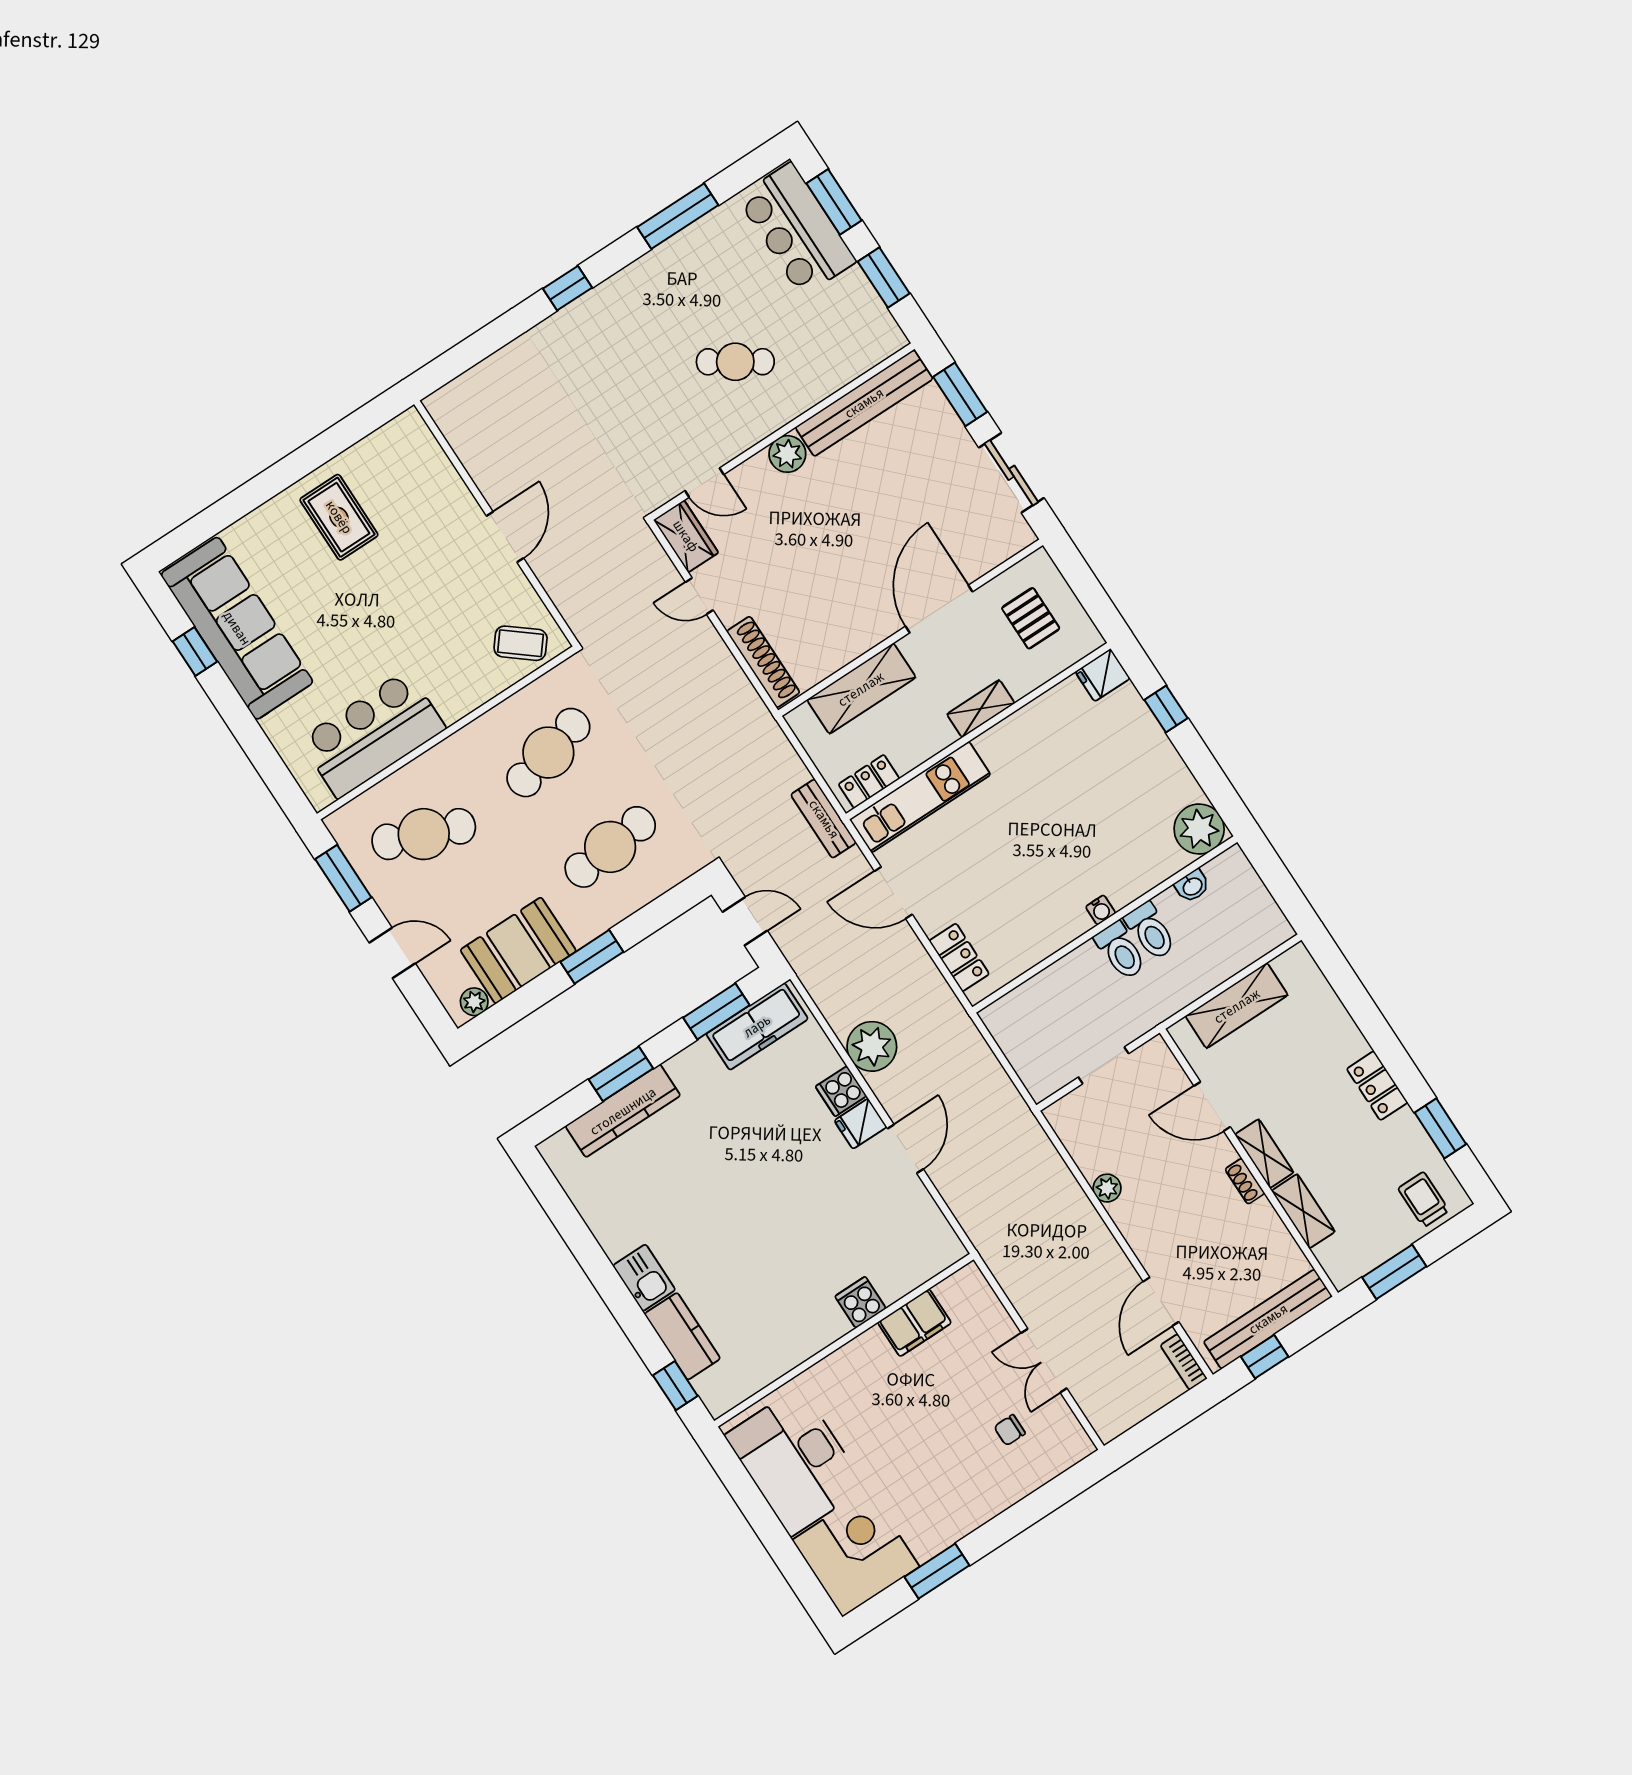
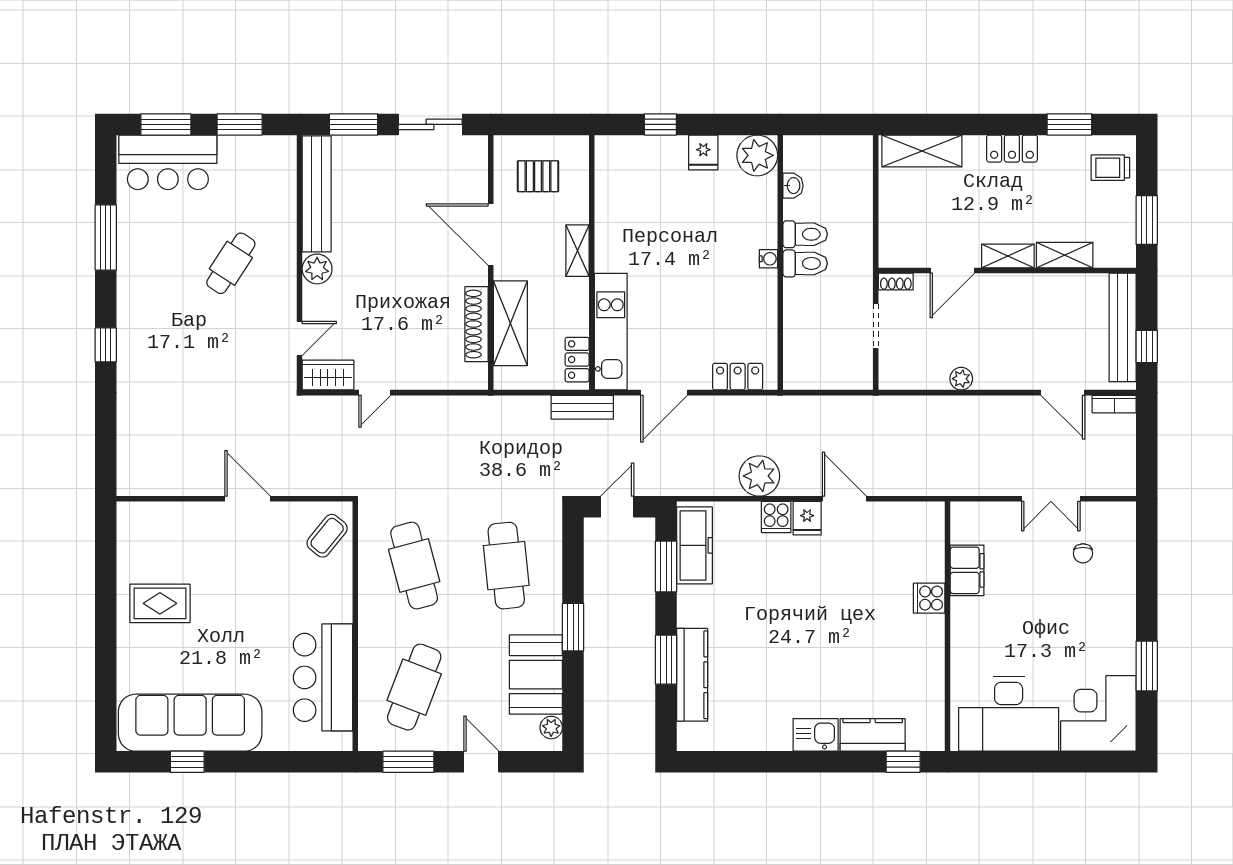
shoe rack: (763, 662) -> (477, 324), moved, turned -90
fridge: (1103, 675) -> (703, 152), moved
door: (392, 953) -> (481, 762), hinge flipped
shelving: (1237, 1006) -> (922, 151), moved, turned 90
shoe rack: (1245, 1181) -> (896, 282), moved

